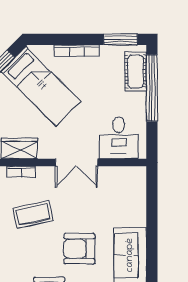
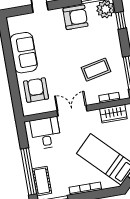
armchair: (79, 249) -> (36, 90), moved, turned -90

